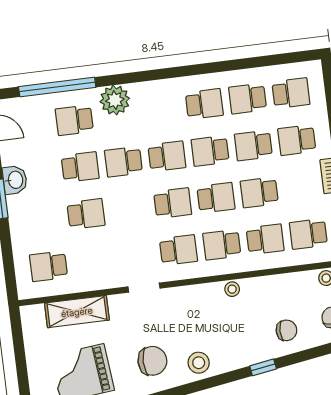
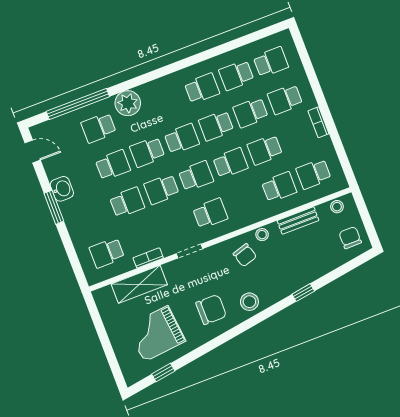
school desk: (222, 245) -> (161, 189), moved
bench: (277, 283) -> (298, 220), added
bookcase: (95, 284) -> (148, 258), added
chair: (286, 330) -> (245, 255), moved, turned 73

